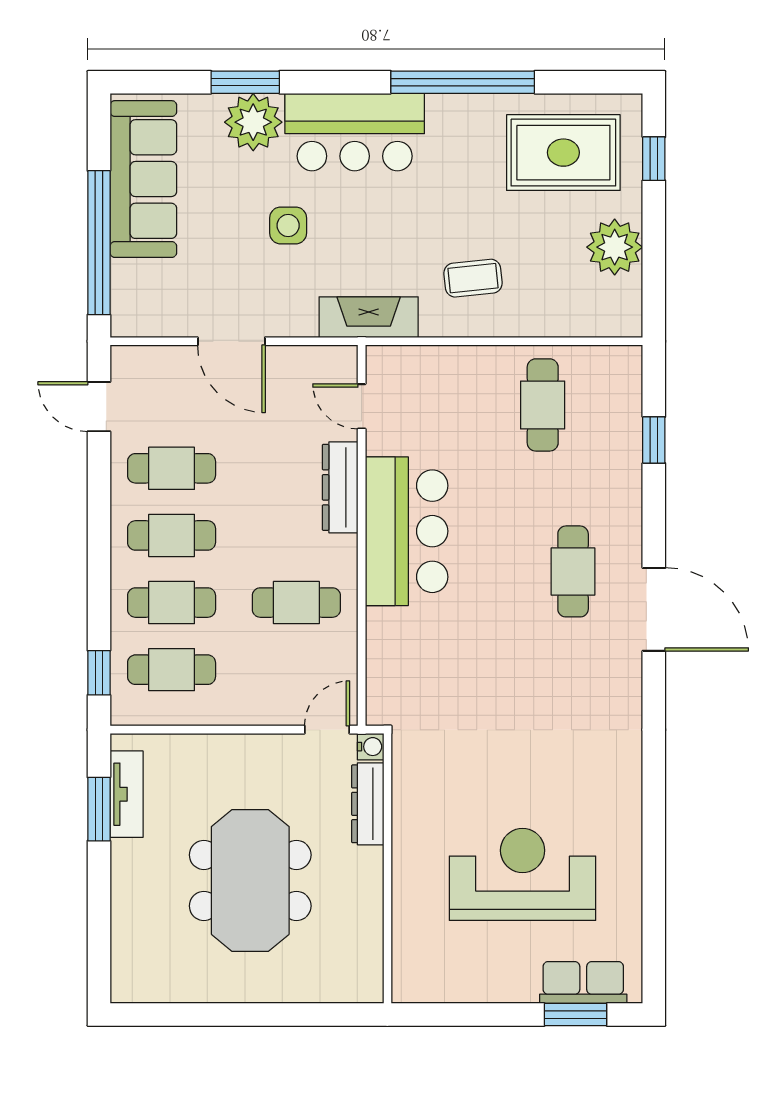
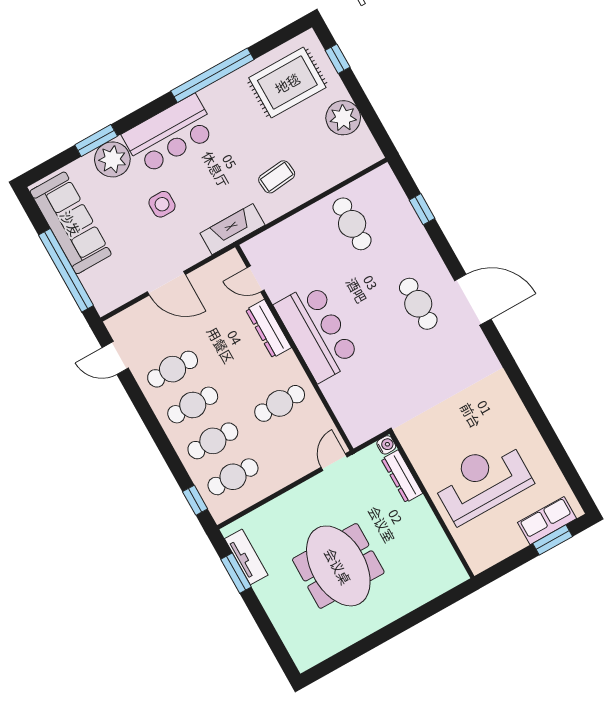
water cooler: (371, 747) -> (386, 445), moved
dresser: (368, 804) -> (402, 476), moved
wall: (387, 868) -> (432, 505), moved

